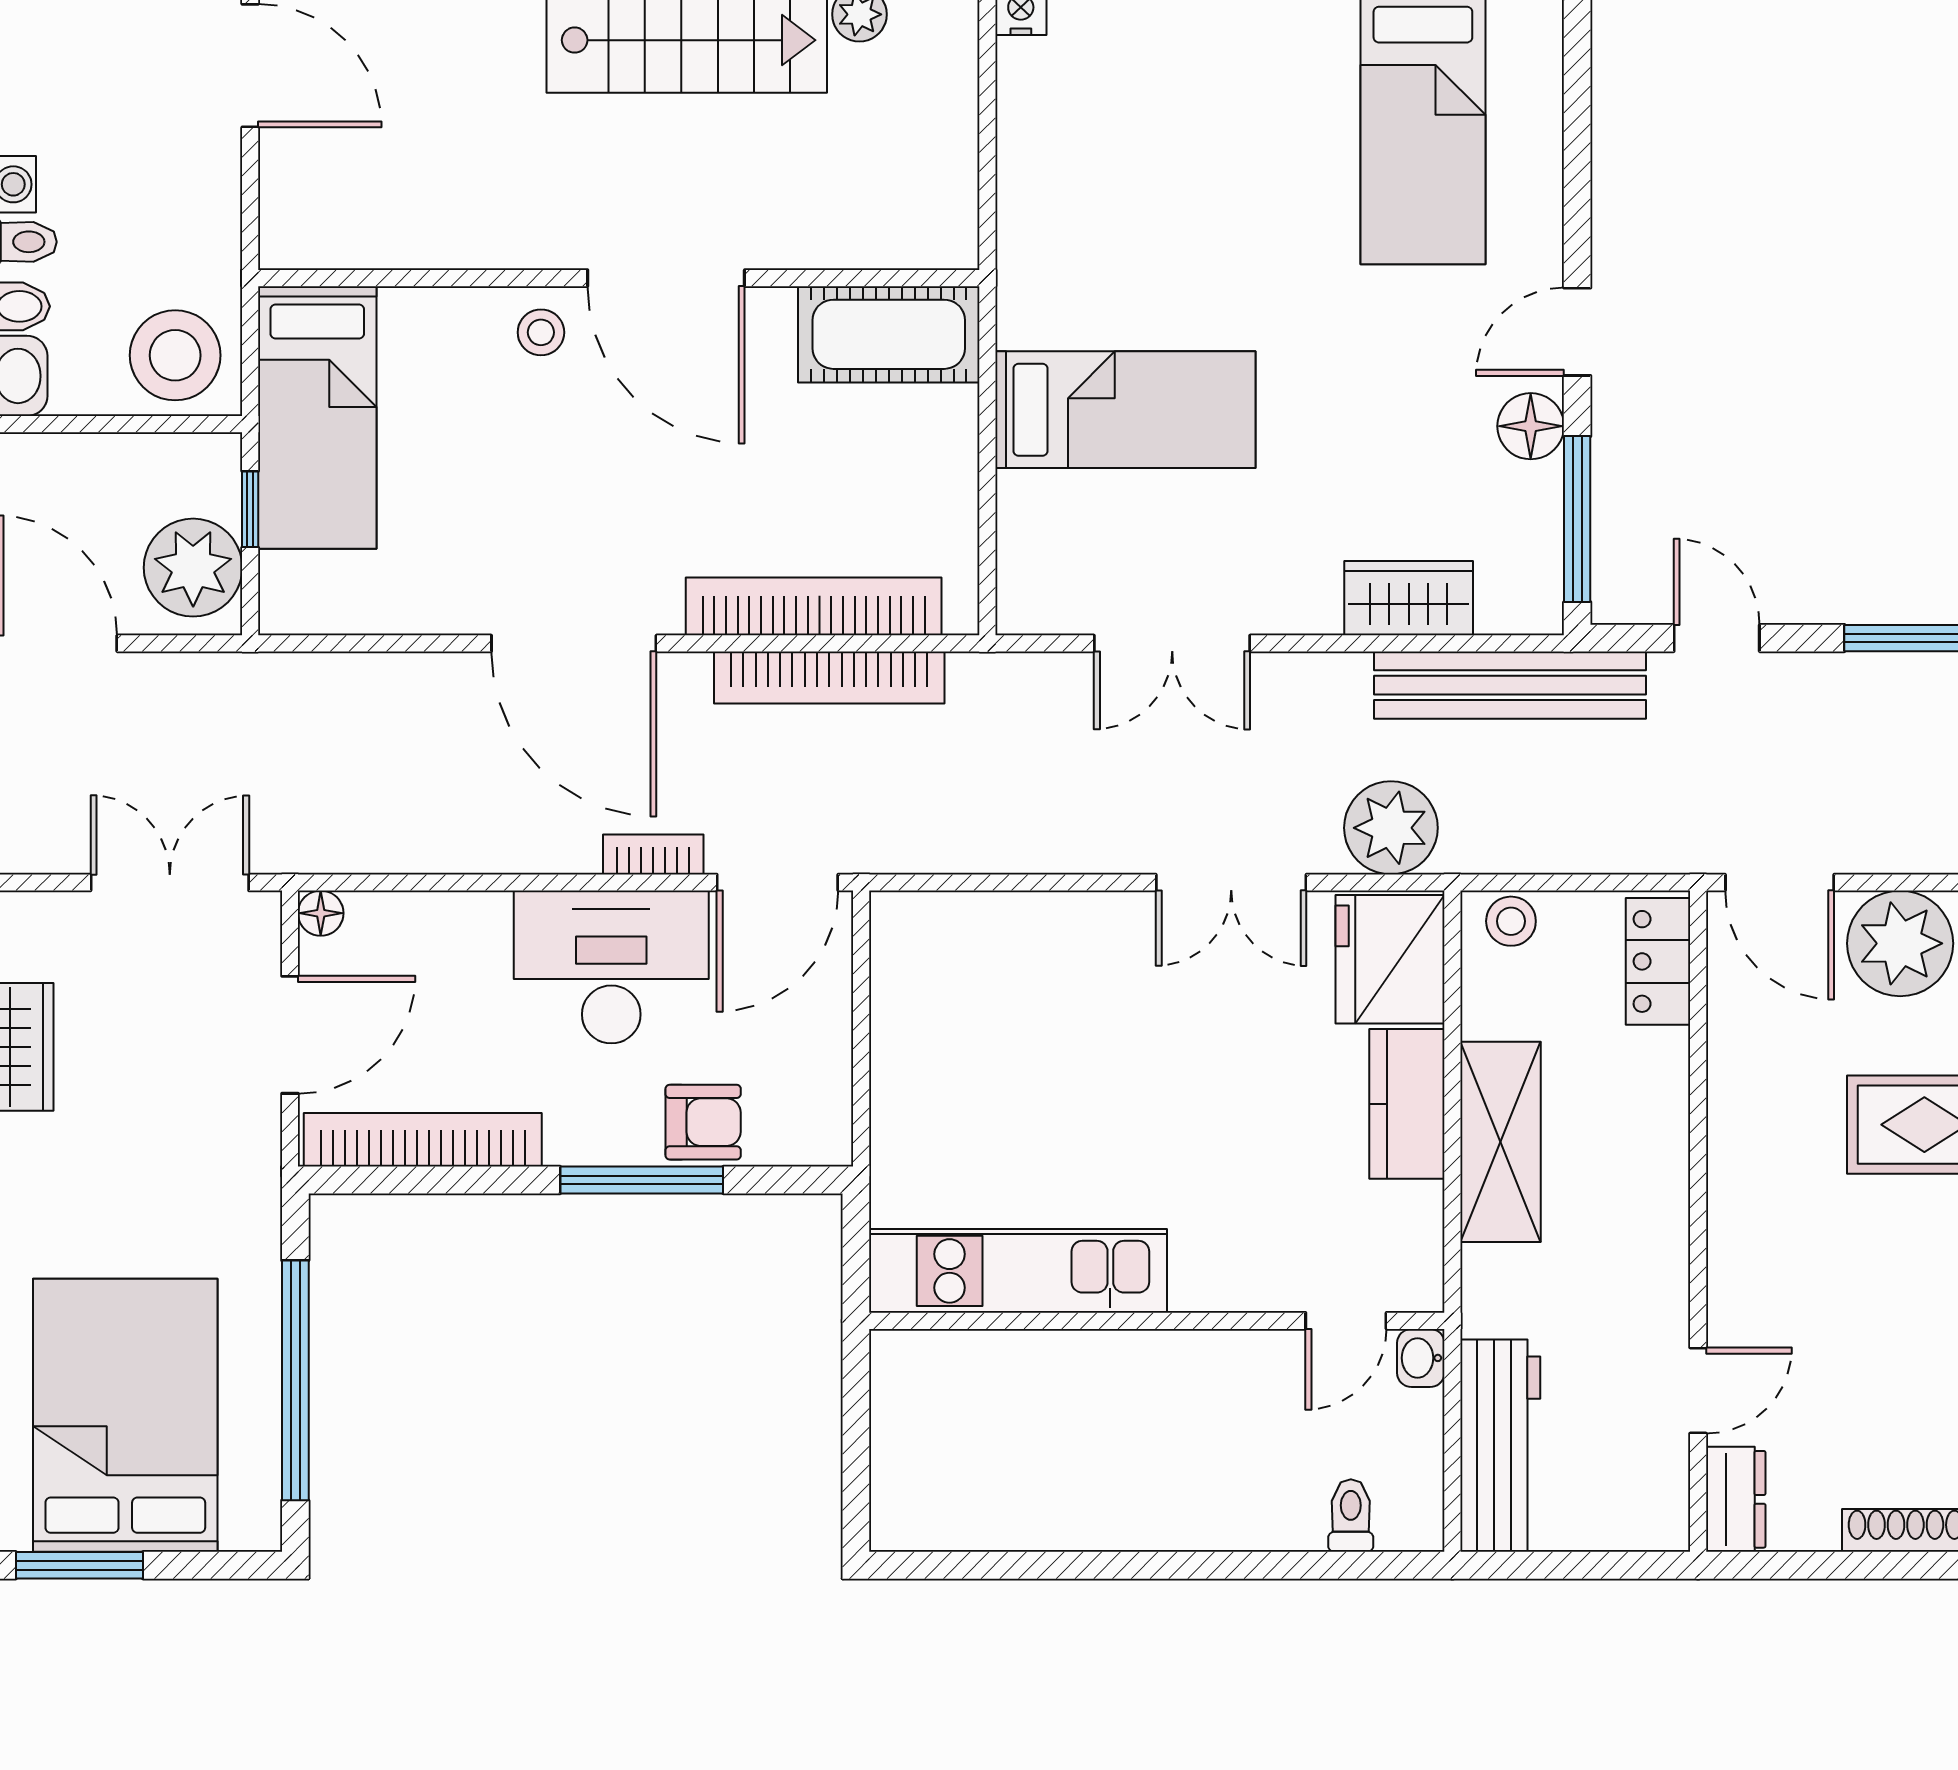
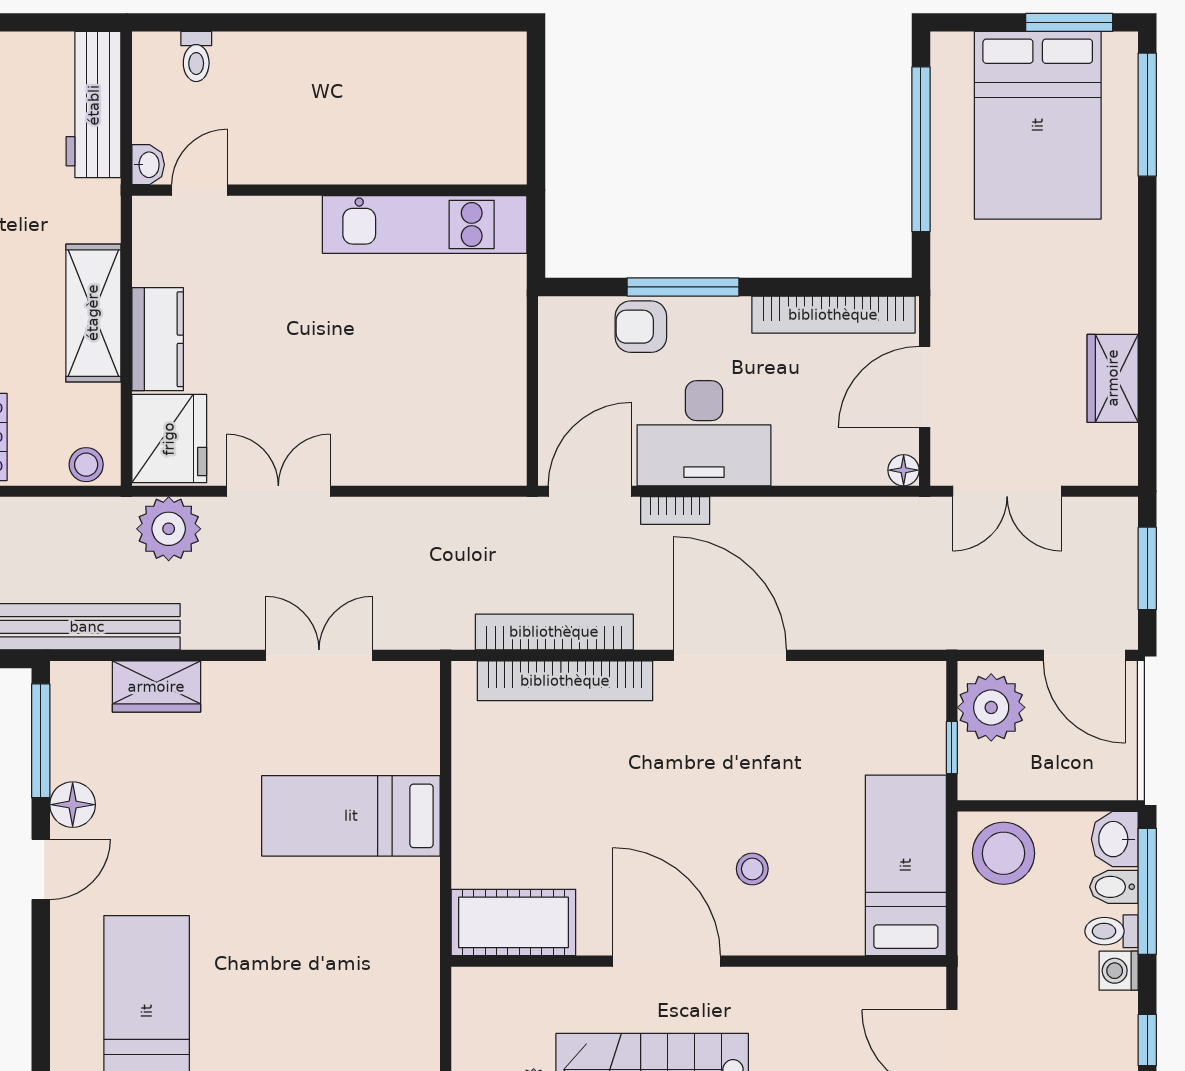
wall: (619, 278) -> (699, 961), moved
door: (666, 278) -> (666, 961), moved
cot: (889, 334) -> (513, 922), moved
bed: (317, 417) -> (906, 865), moved

